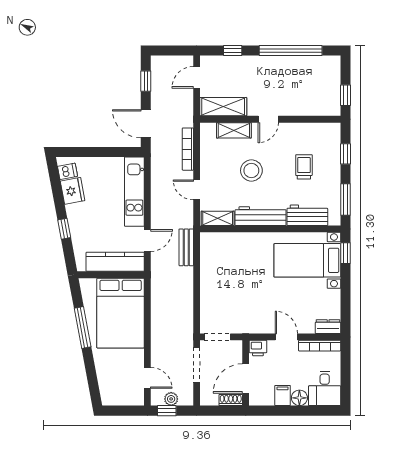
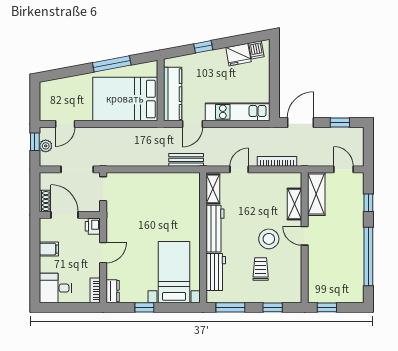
trolley: (304, 167) -> (261, 269), turned -90
stool: (251, 171) -> (269, 239), moved
door: (147, 240) -> (192, 124), hinge flipped
window: (346, 253) -> (144, 307), moved
bookcase: (320, 346) -> (95, 290), width x0.64
floor lamp: (299, 398) -> (47, 265), removed

